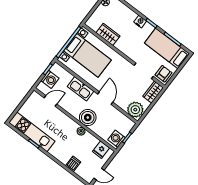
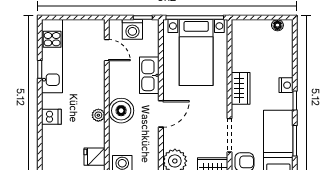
wardrobe: (108, 34) -> (241, 88), moved
dishwasher: (73, 164) -> (51, 117), moved

